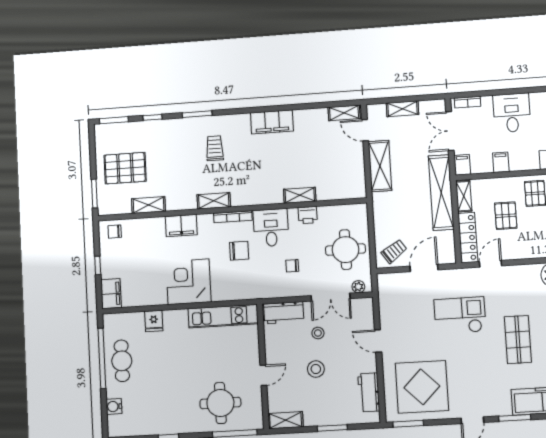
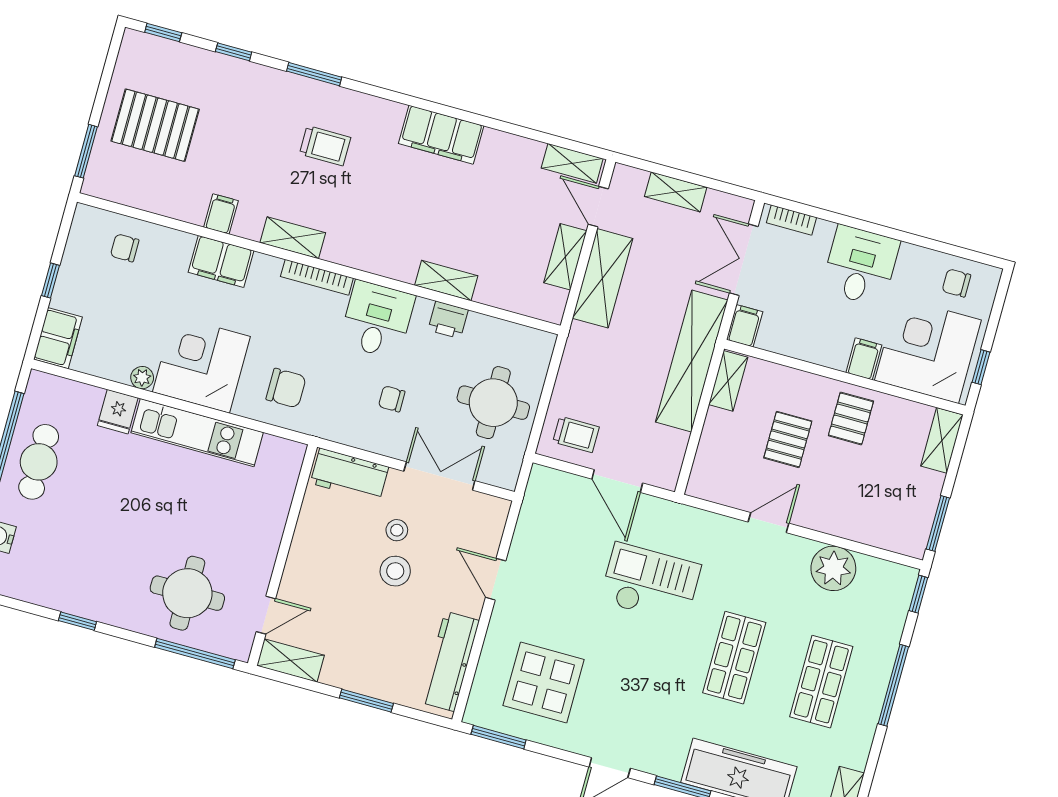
window: (114, 120) -> (163, 33), width x0.67
trolley: (215, 148) -> (325, 146), turned 90
filing cabinet: (501, 162) -> (864, 359), moved
filing cabinet: (173, 201) -> (221, 214), added
shelving: (149, 205) -> (565, 257), moved, turned 90
chair: (115, 232) -> (125, 248), moved
locker: (468, 238) -> (710, 455), removed
chair: (239, 251) -> (286, 388), moved
trolley: (394, 251) -> (576, 434), turned 35
door: (491, 264) -> (769, 523), moved
door: (424, 268) -> (617, 481), swing flipped
plant: (358, 287) -> (142, 378), moved
double door: (330, 297) -> (439, 476), swing flipped
kitchen unit: (223, 316) -> (197, 433), moved
stool: (316, 369) -> (395, 571), moved
door: (263, 375) -> (266, 615), moved
display table: (422, 387) -> (544, 682), width x0.73, depth x0.73
workbench: (369, 392) -> (450, 661), width x1.38

